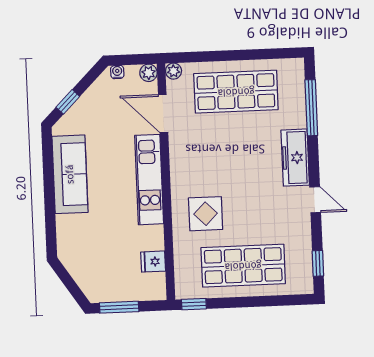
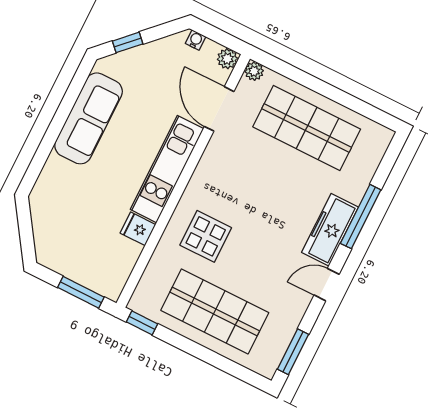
window: (311, 108) -> (361, 217), moved
door: (315, 200) -> (327, 285), swing flipped
fridge: (153, 262) -> (138, 229), moved
window: (318, 263) -> (293, 352), width x1.50
window: (119, 307) -> (81, 292), moved

